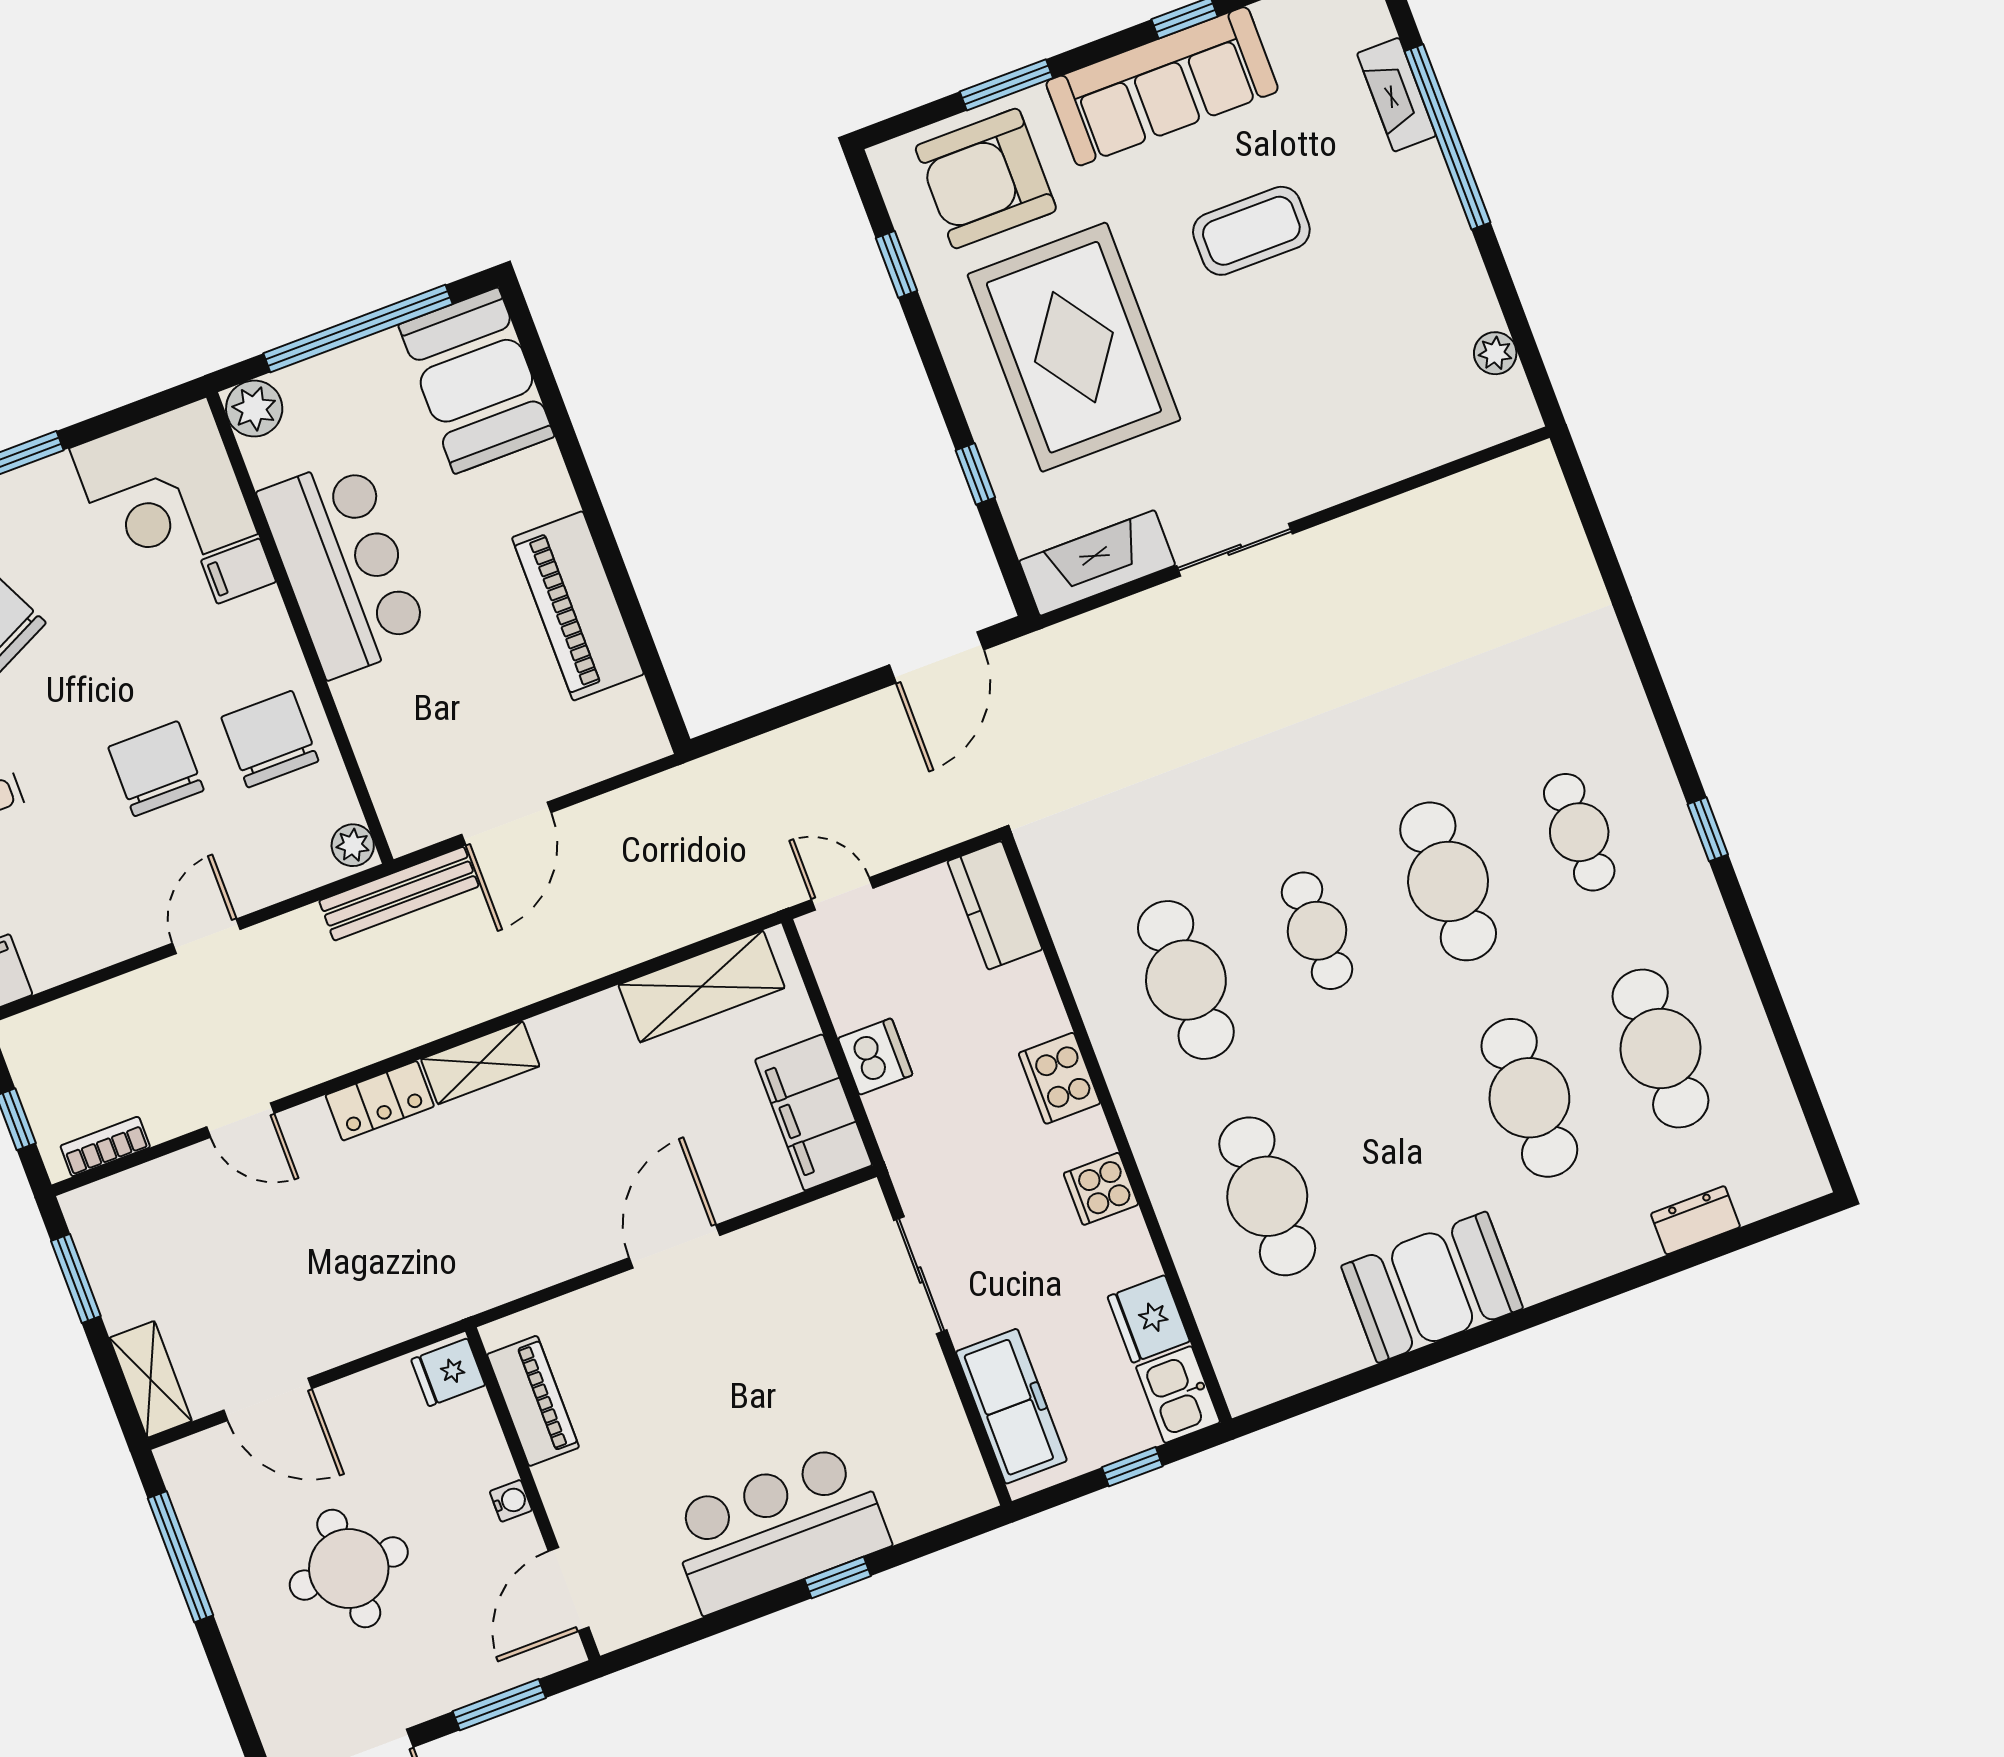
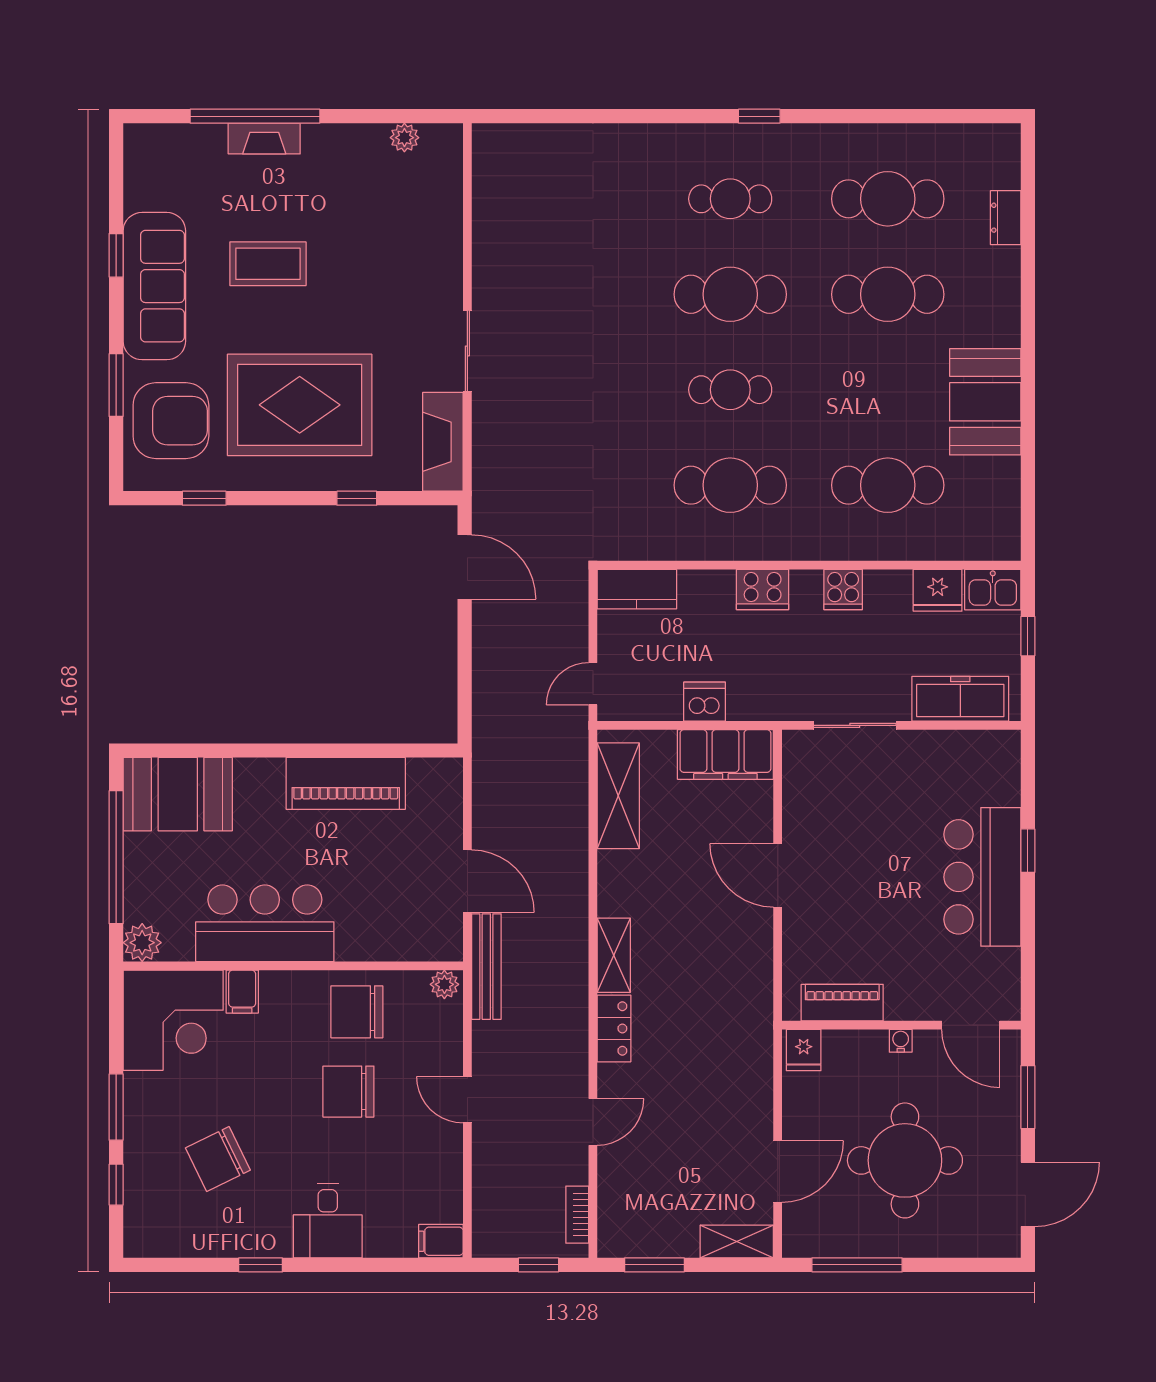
fireplace: (1397, 95) -> (264, 139), moved
armchair: (986, 179) -> (171, 421), turned -90
coffee table: (1251, 231) -> (268, 264), turned 90
round table: (349, 1569) -> (905, 1160), width x1.36, depth x1.36

